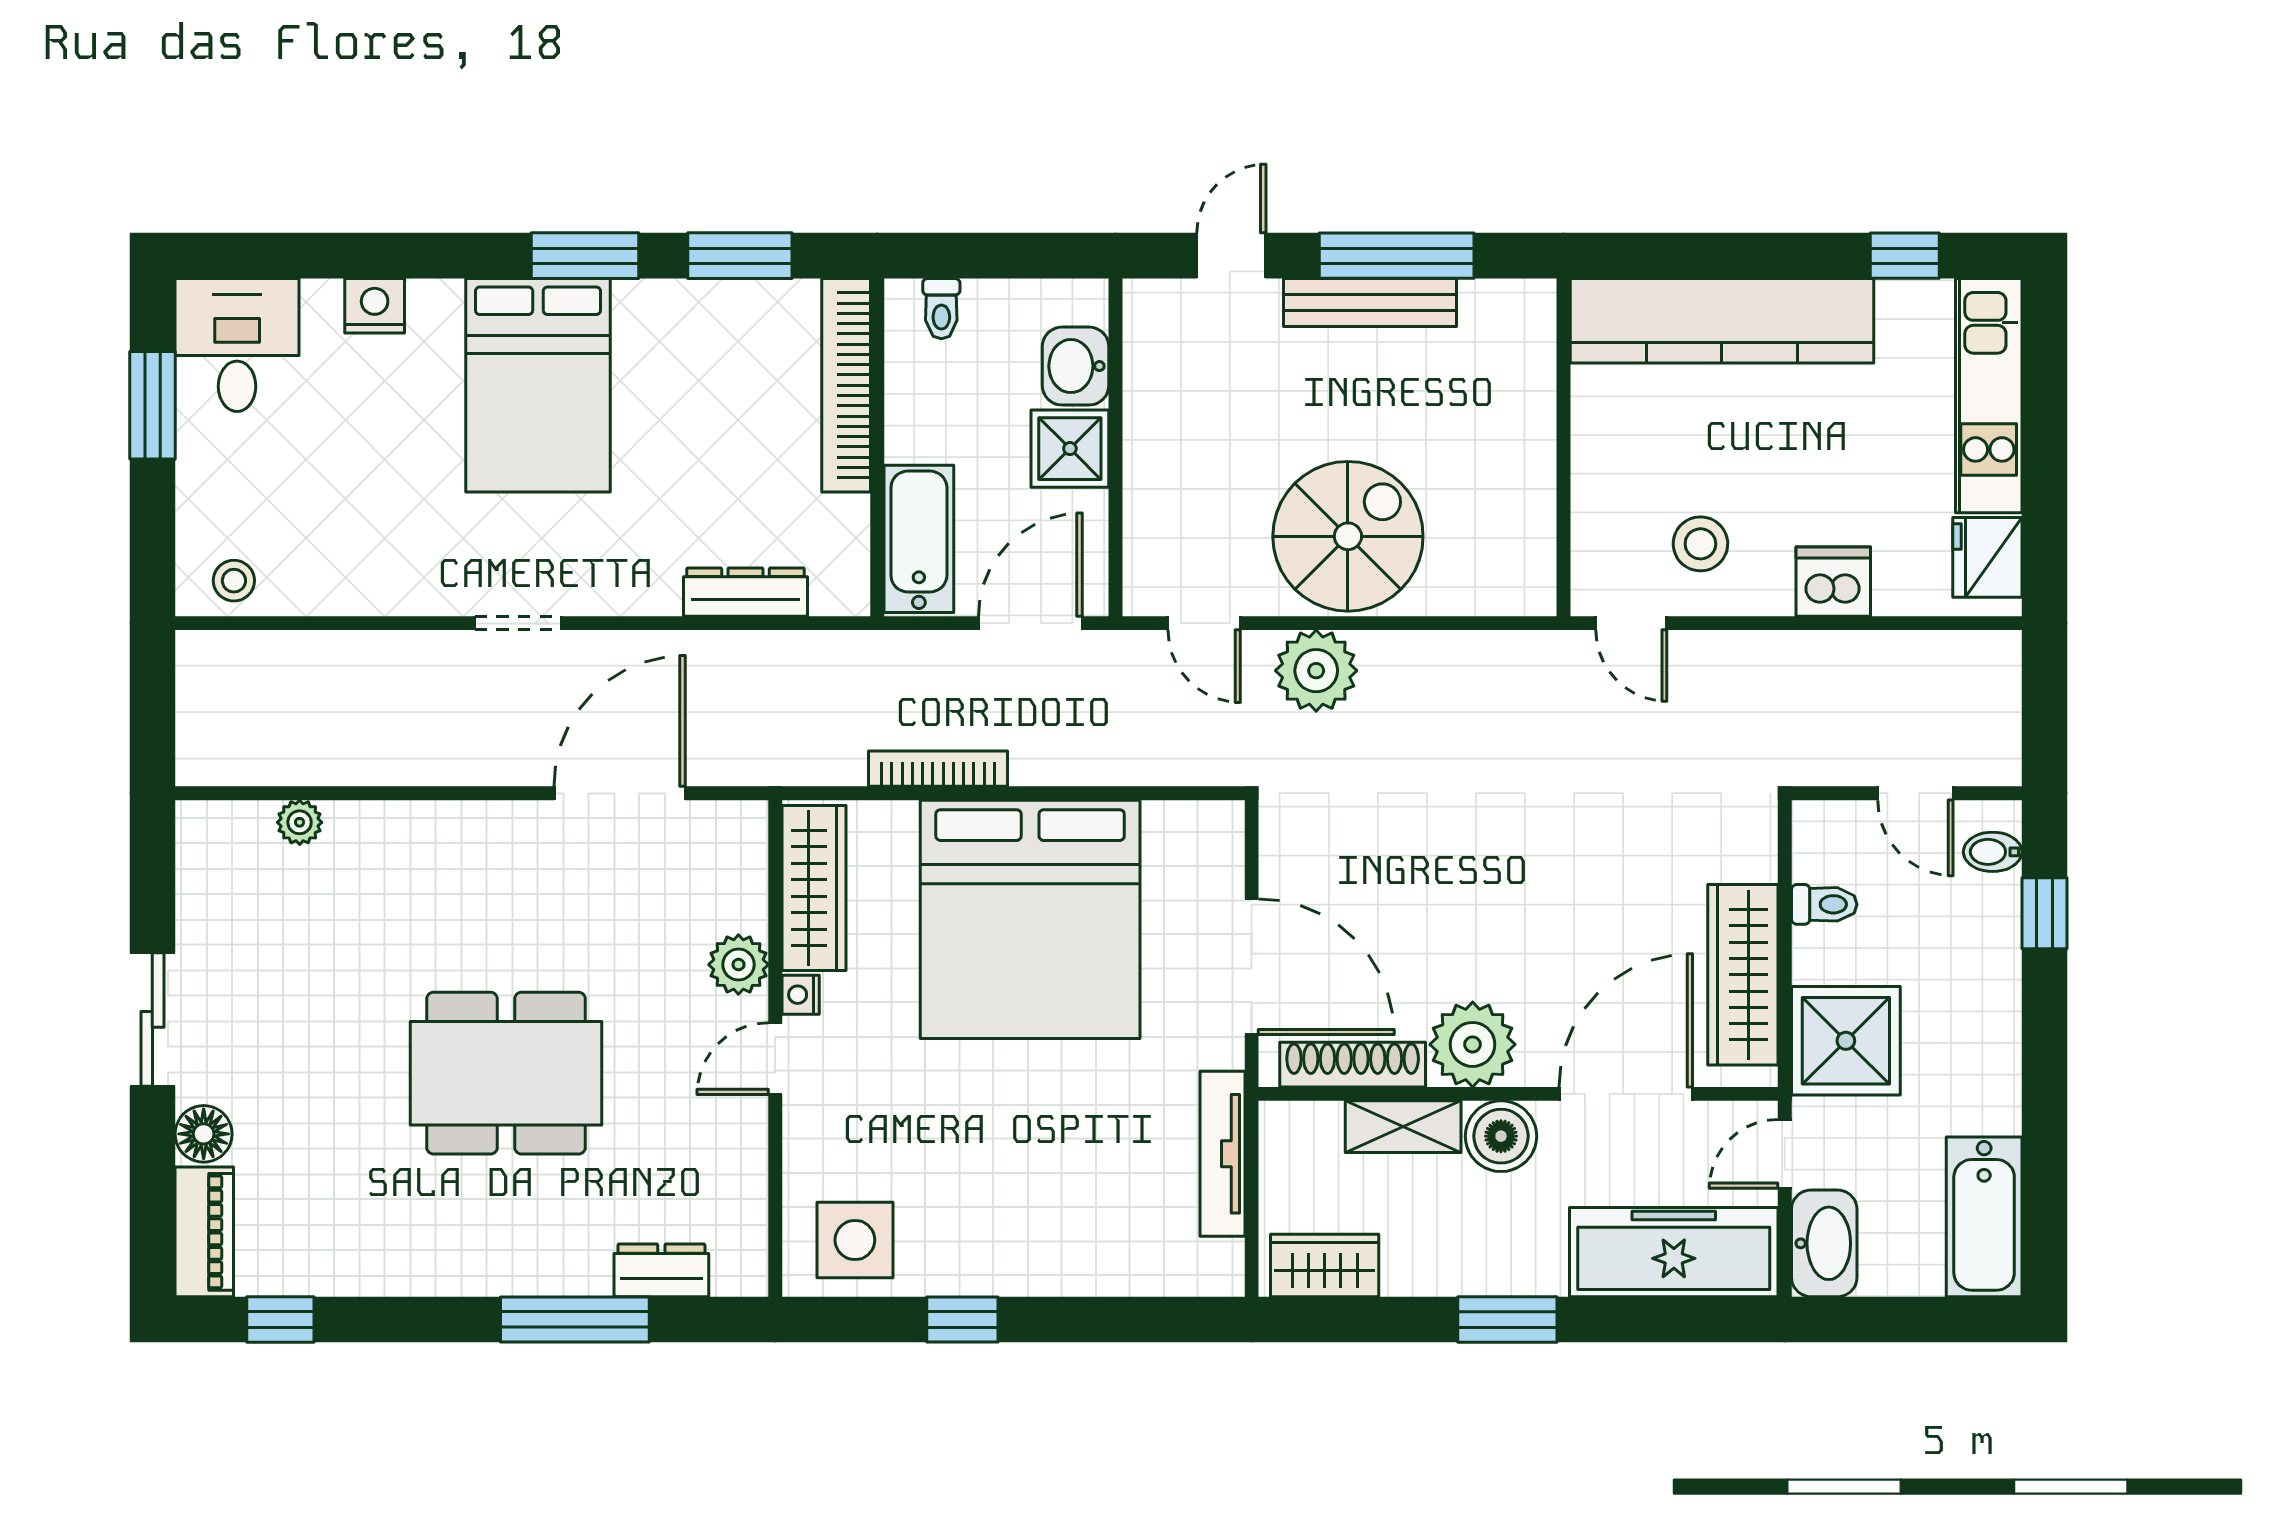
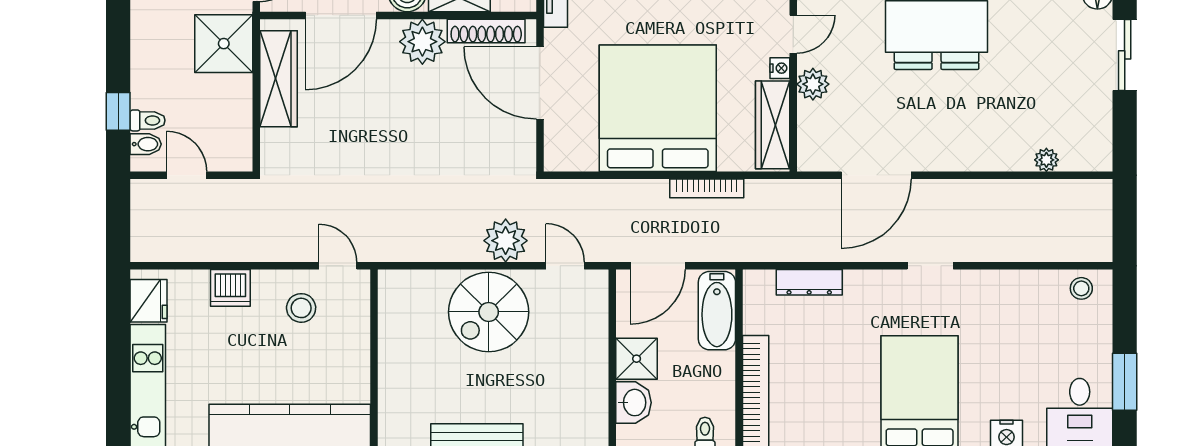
toilet: (1824, 904) -> (148, 120), moved, turned 180

